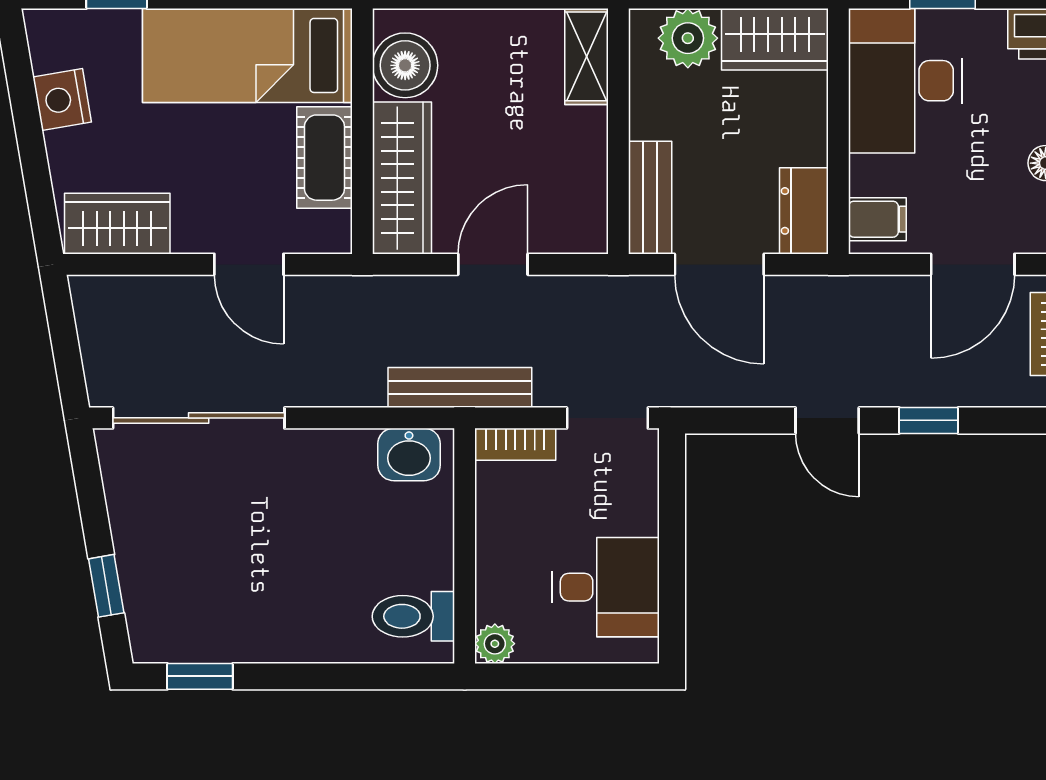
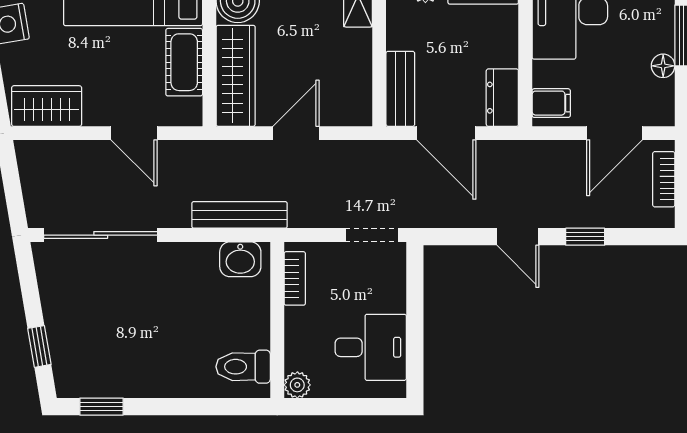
bench: (460, 388) -> (239, 215), moved
bookcase: (515, 444) -> (295, 278), moved, turned -90

